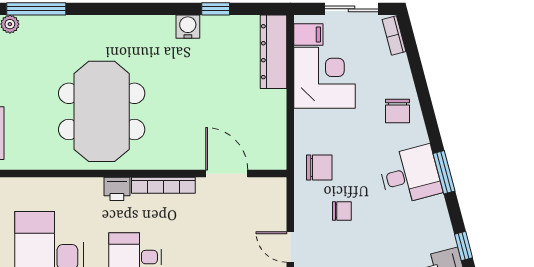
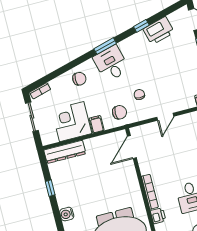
water cooler: (188, 27) -> (67, 214), moved
filing cabinet: (308, 34) -> (97, 124), moved
chair: (319, 167) -> (119, 112), turned 90
door: (227, 174) -> (132, 147), moved

